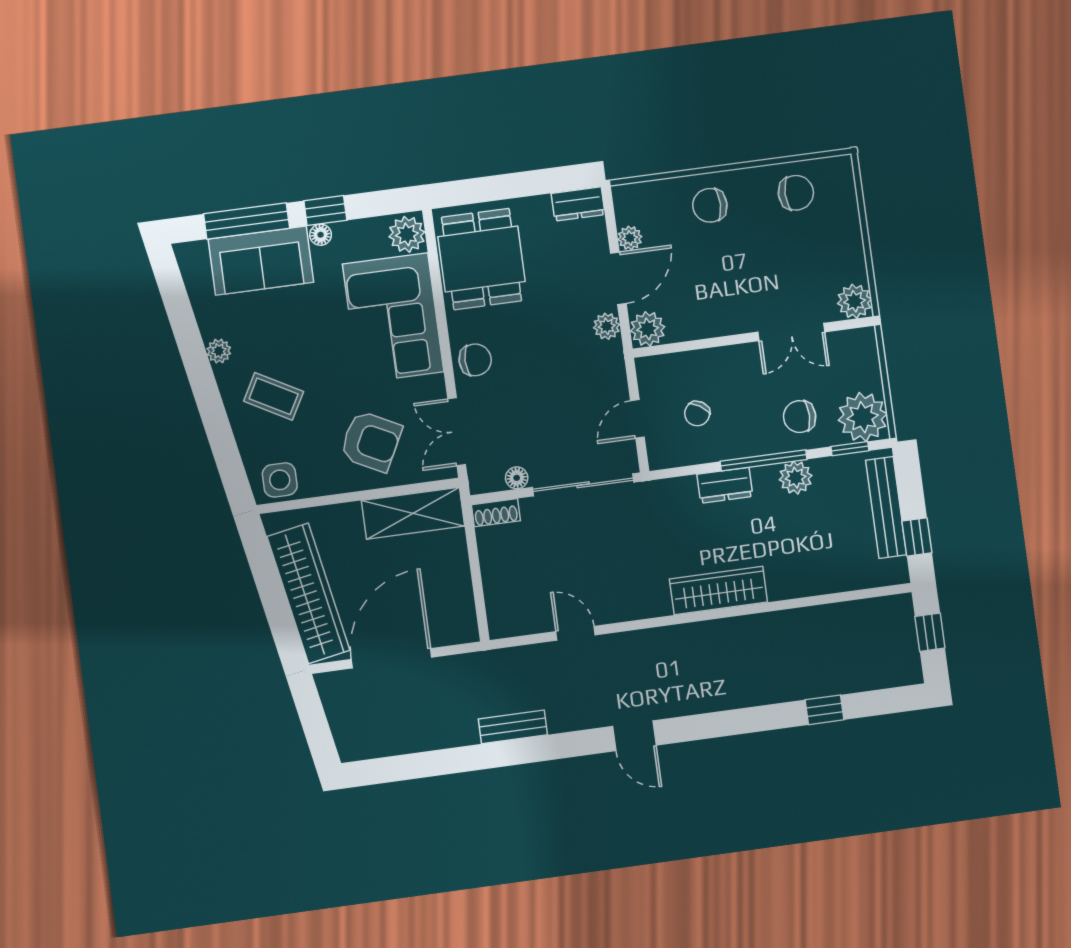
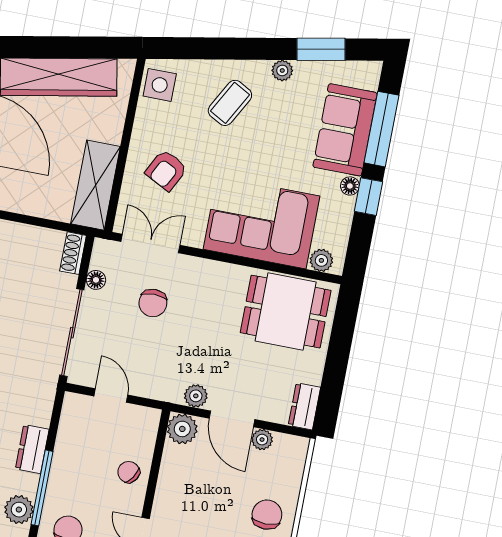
plant: (407, 234) -> (321, 260), width x0.73, depth x0.73
window: (181, 316) -> (321, 49), added
chair: (475, 360) -> (153, 303), moved
chair: (697, 414) -> (129, 472), moved
armchair: (371, 441) -> (166, 170), width x0.72, depth x0.72

